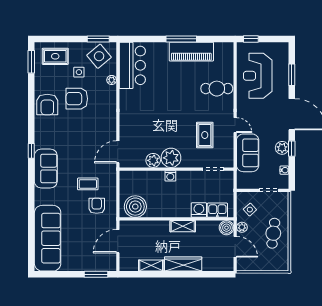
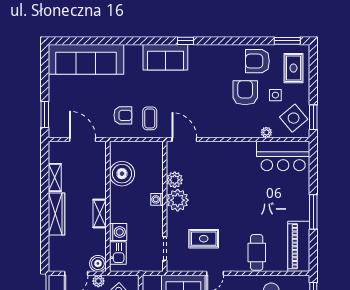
piano: (191, 52) -> (299, 246), moved
armchair: (47, 104) -> (257, 61), moved
coffee table: (88, 184) -> (150, 118), moved
boiler: (135, 207) -> (122, 174), moved

